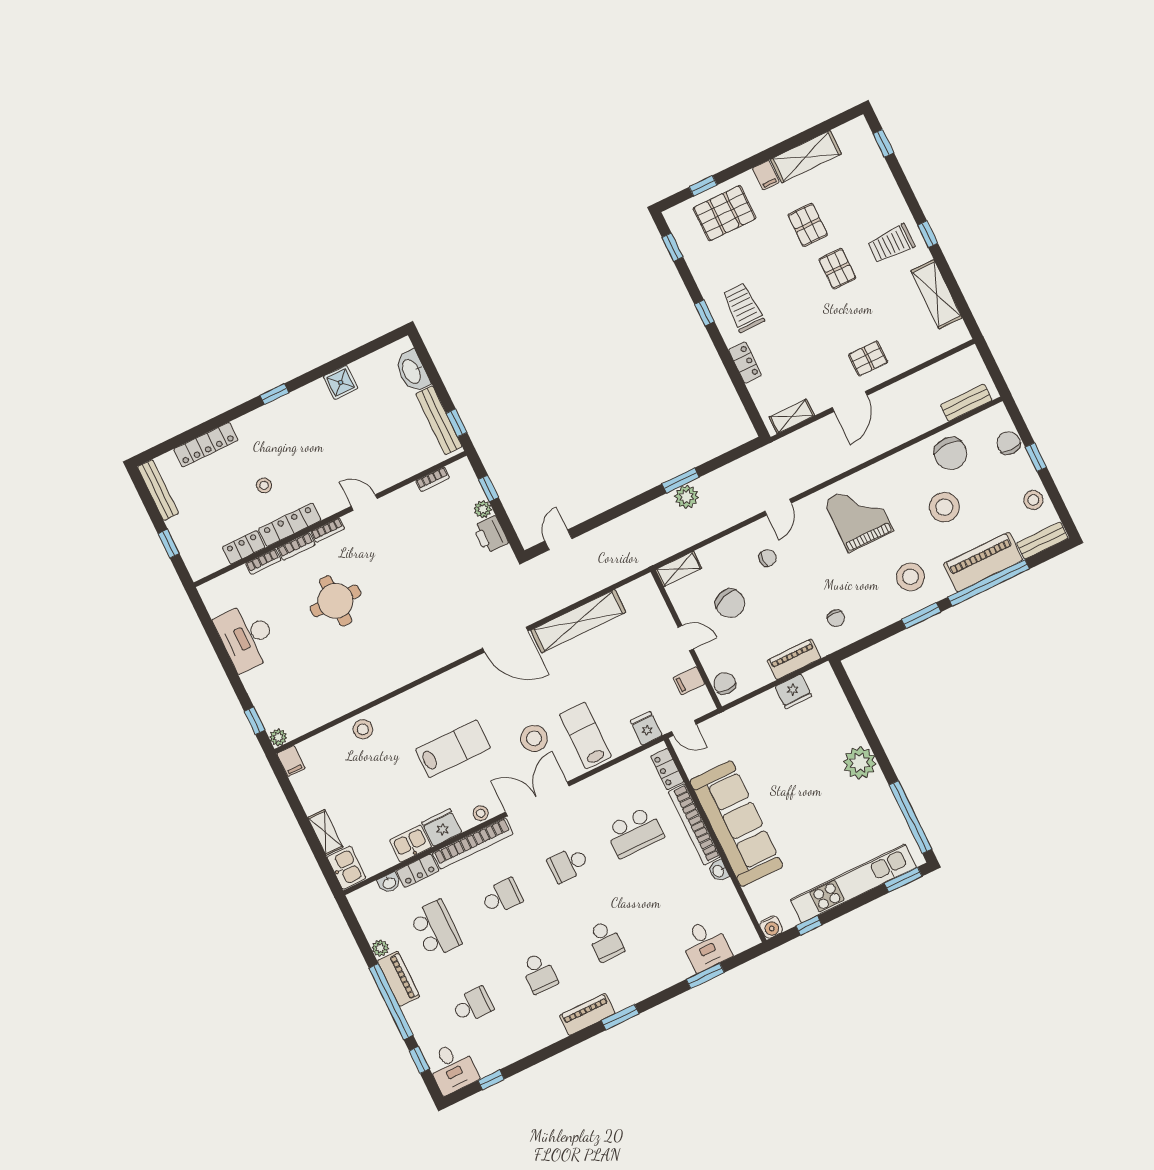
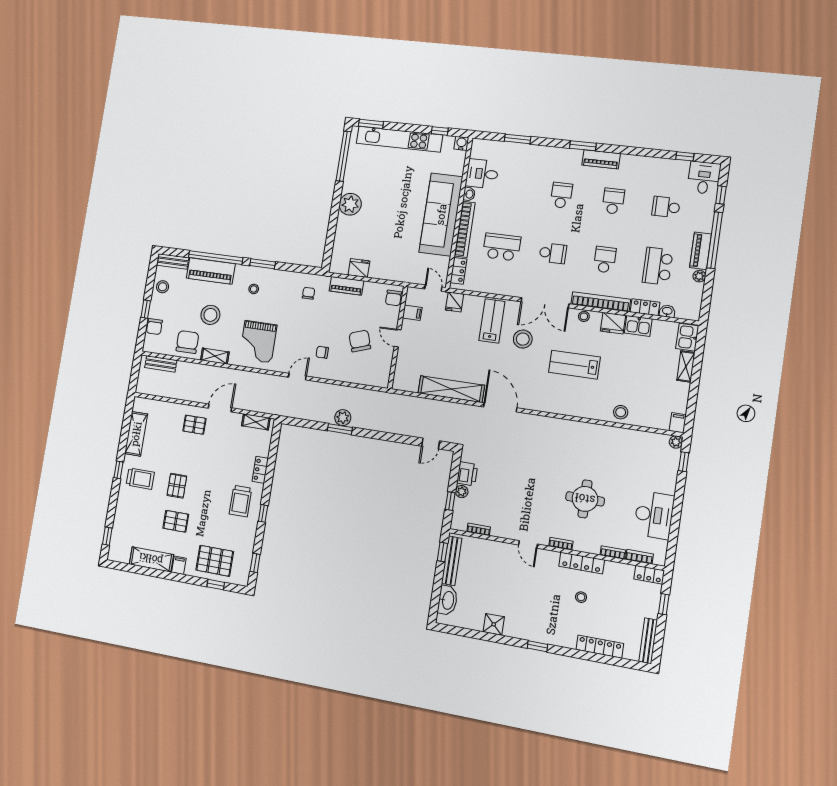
pallet: (808, 225) -> (176, 521), turned 90
bookcase: (296, 546) -> (639, 557), moved
locker: (244, 547) -> (649, 575), moved
shelving: (679, 569) -> (215, 356), moved
stool: (910, 577) -> (254, 289), width x0.53, depth x0.53
lab bench: (585, 735) -> (492, 321), turned 180
school desk: (502, 897) -> (605, 260), turned 90
desk: (705, 945) -> (482, 174), moved, turned -90

